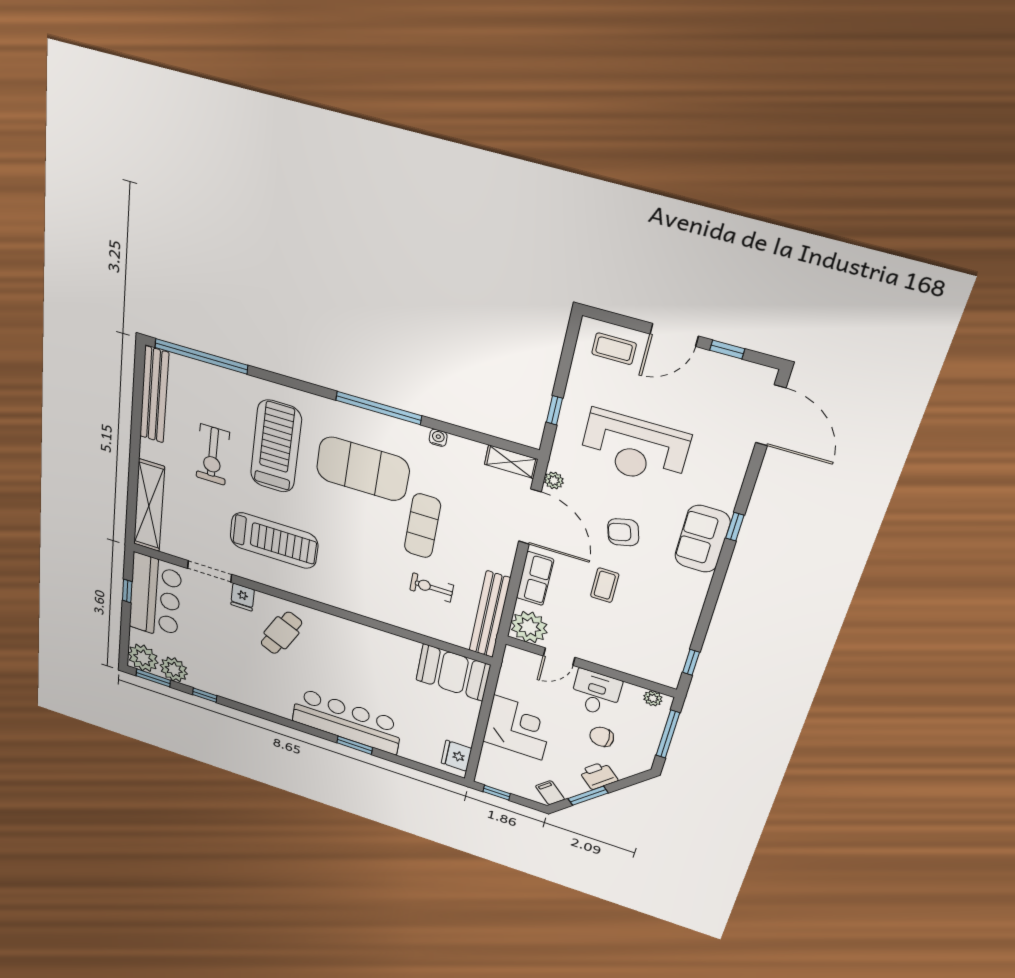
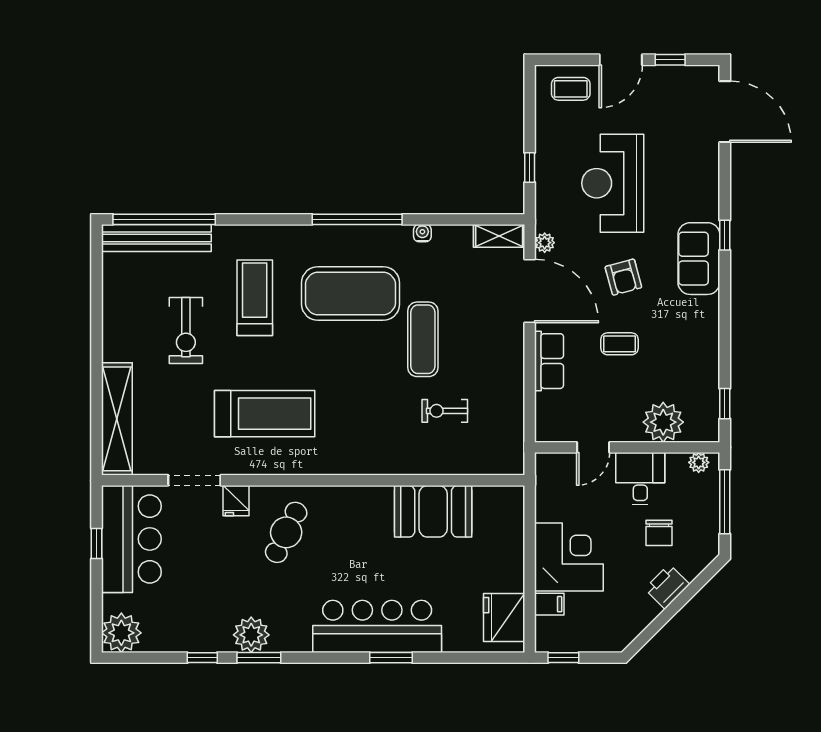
bench: (154, 395) -> (157, 238), moved, turned 90
treadmill: (276, 446) -> (255, 298), width x0.73, depth x0.73
reception desk: (634, 448) -> (613, 183), turned 90
armchair: (623, 532) -> (623, 277), turned -90
coffee table: (605, 585) -> (619, 344), turned 90
bench: (490, 615) -> (511, 422), removed
plant: (529, 627) -> (663, 422), moved
plant: (174, 669) -> (251, 635), moved
booth: (453, 673) -> (433, 511), moved
window: (153, 678) -> (259, 658), moved
chair: (602, 737) -> (659, 533), turned -90
fridge: (456, 756) -> (504, 618), width x1.36, depth x1.34
filing cabinet: (550, 793) -> (549, 604), moved, turned 135
window: (588, 796) -> (663, 619), removed

